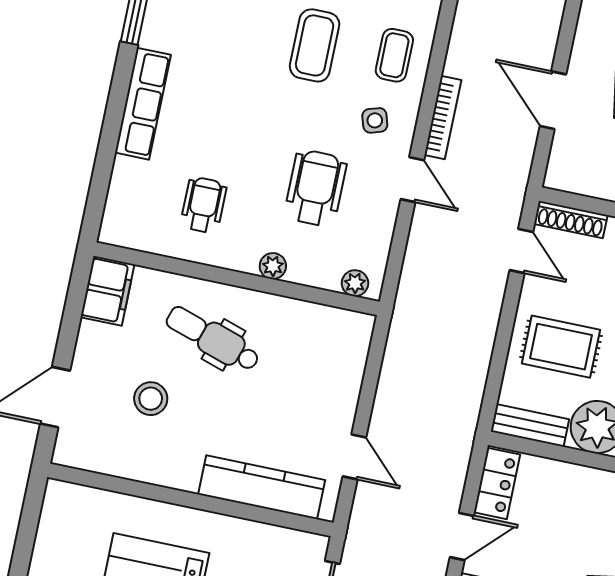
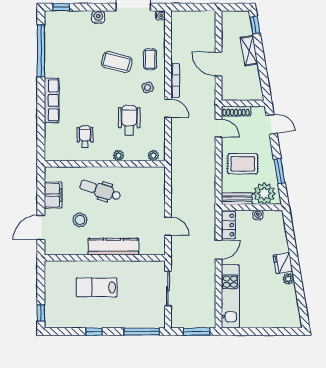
coffee table: (315, 45) -> (117, 62), turned -76
filing cabinet: (107, 291) -> (53, 195), moved
water cooler: (571, 474) -> (258, 215), added
kitchen counter: (262, 487) -> (113, 247), moved

